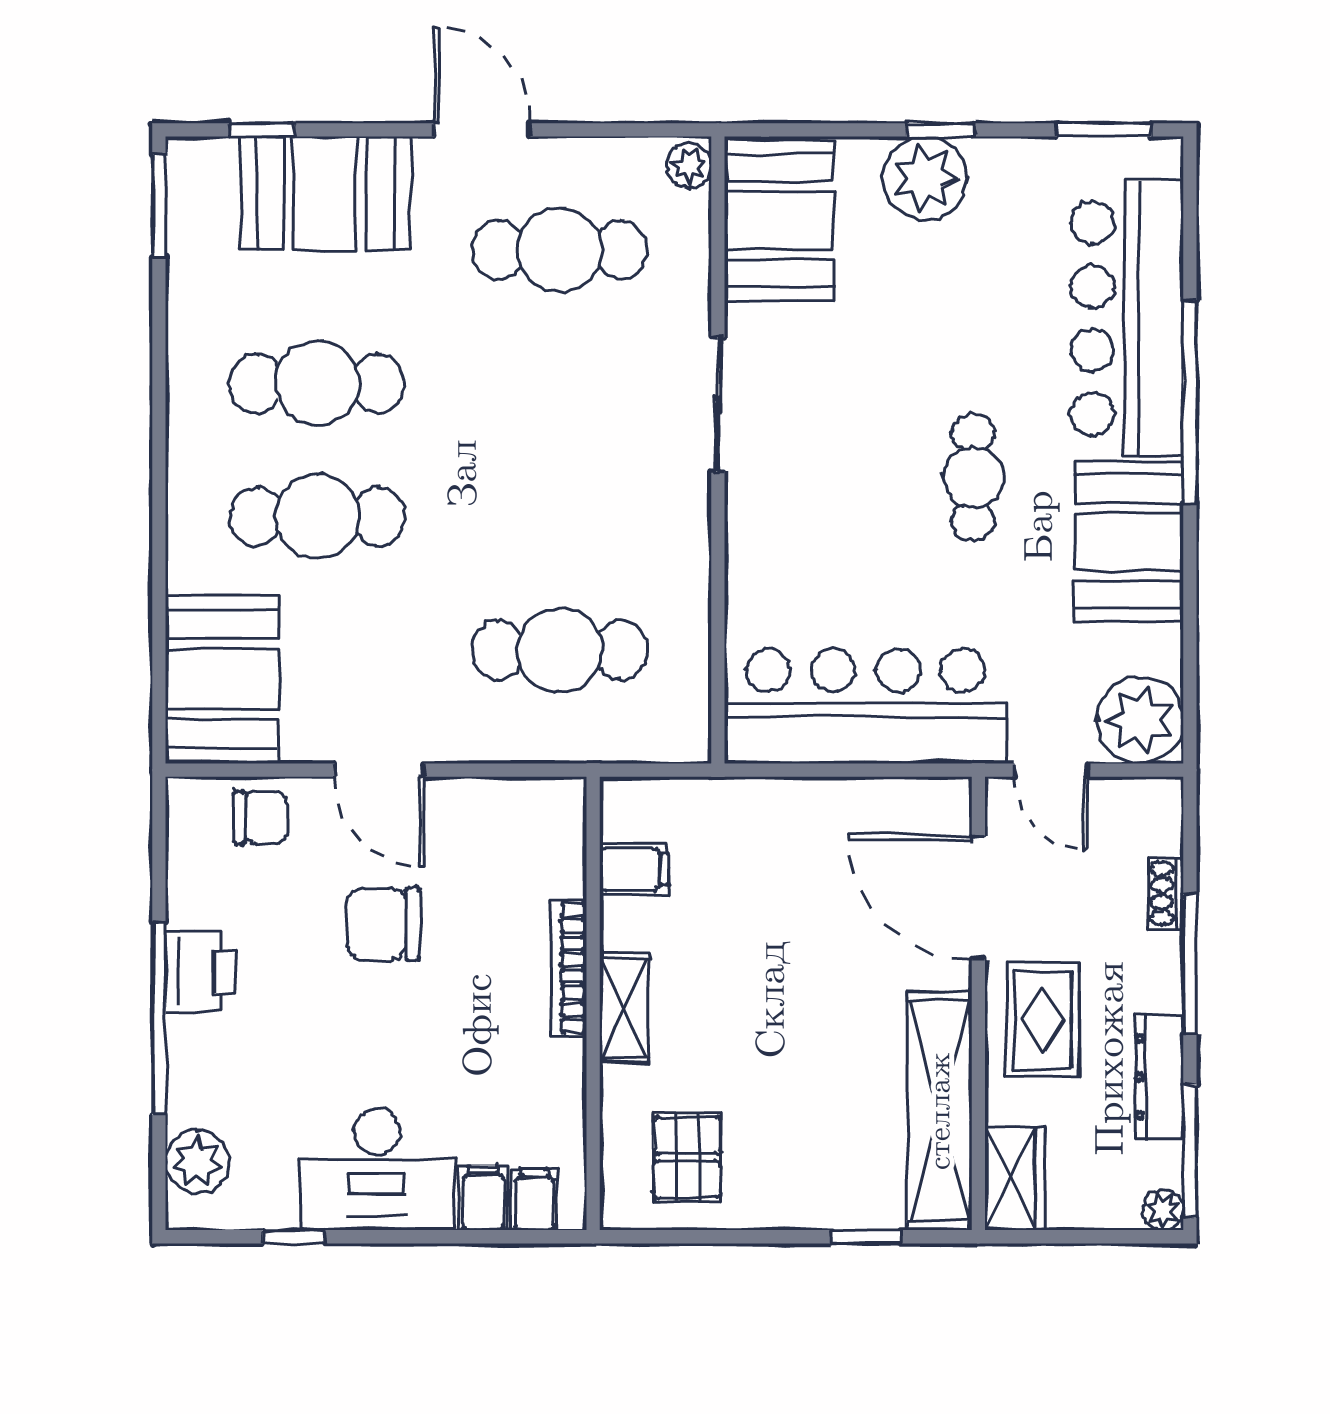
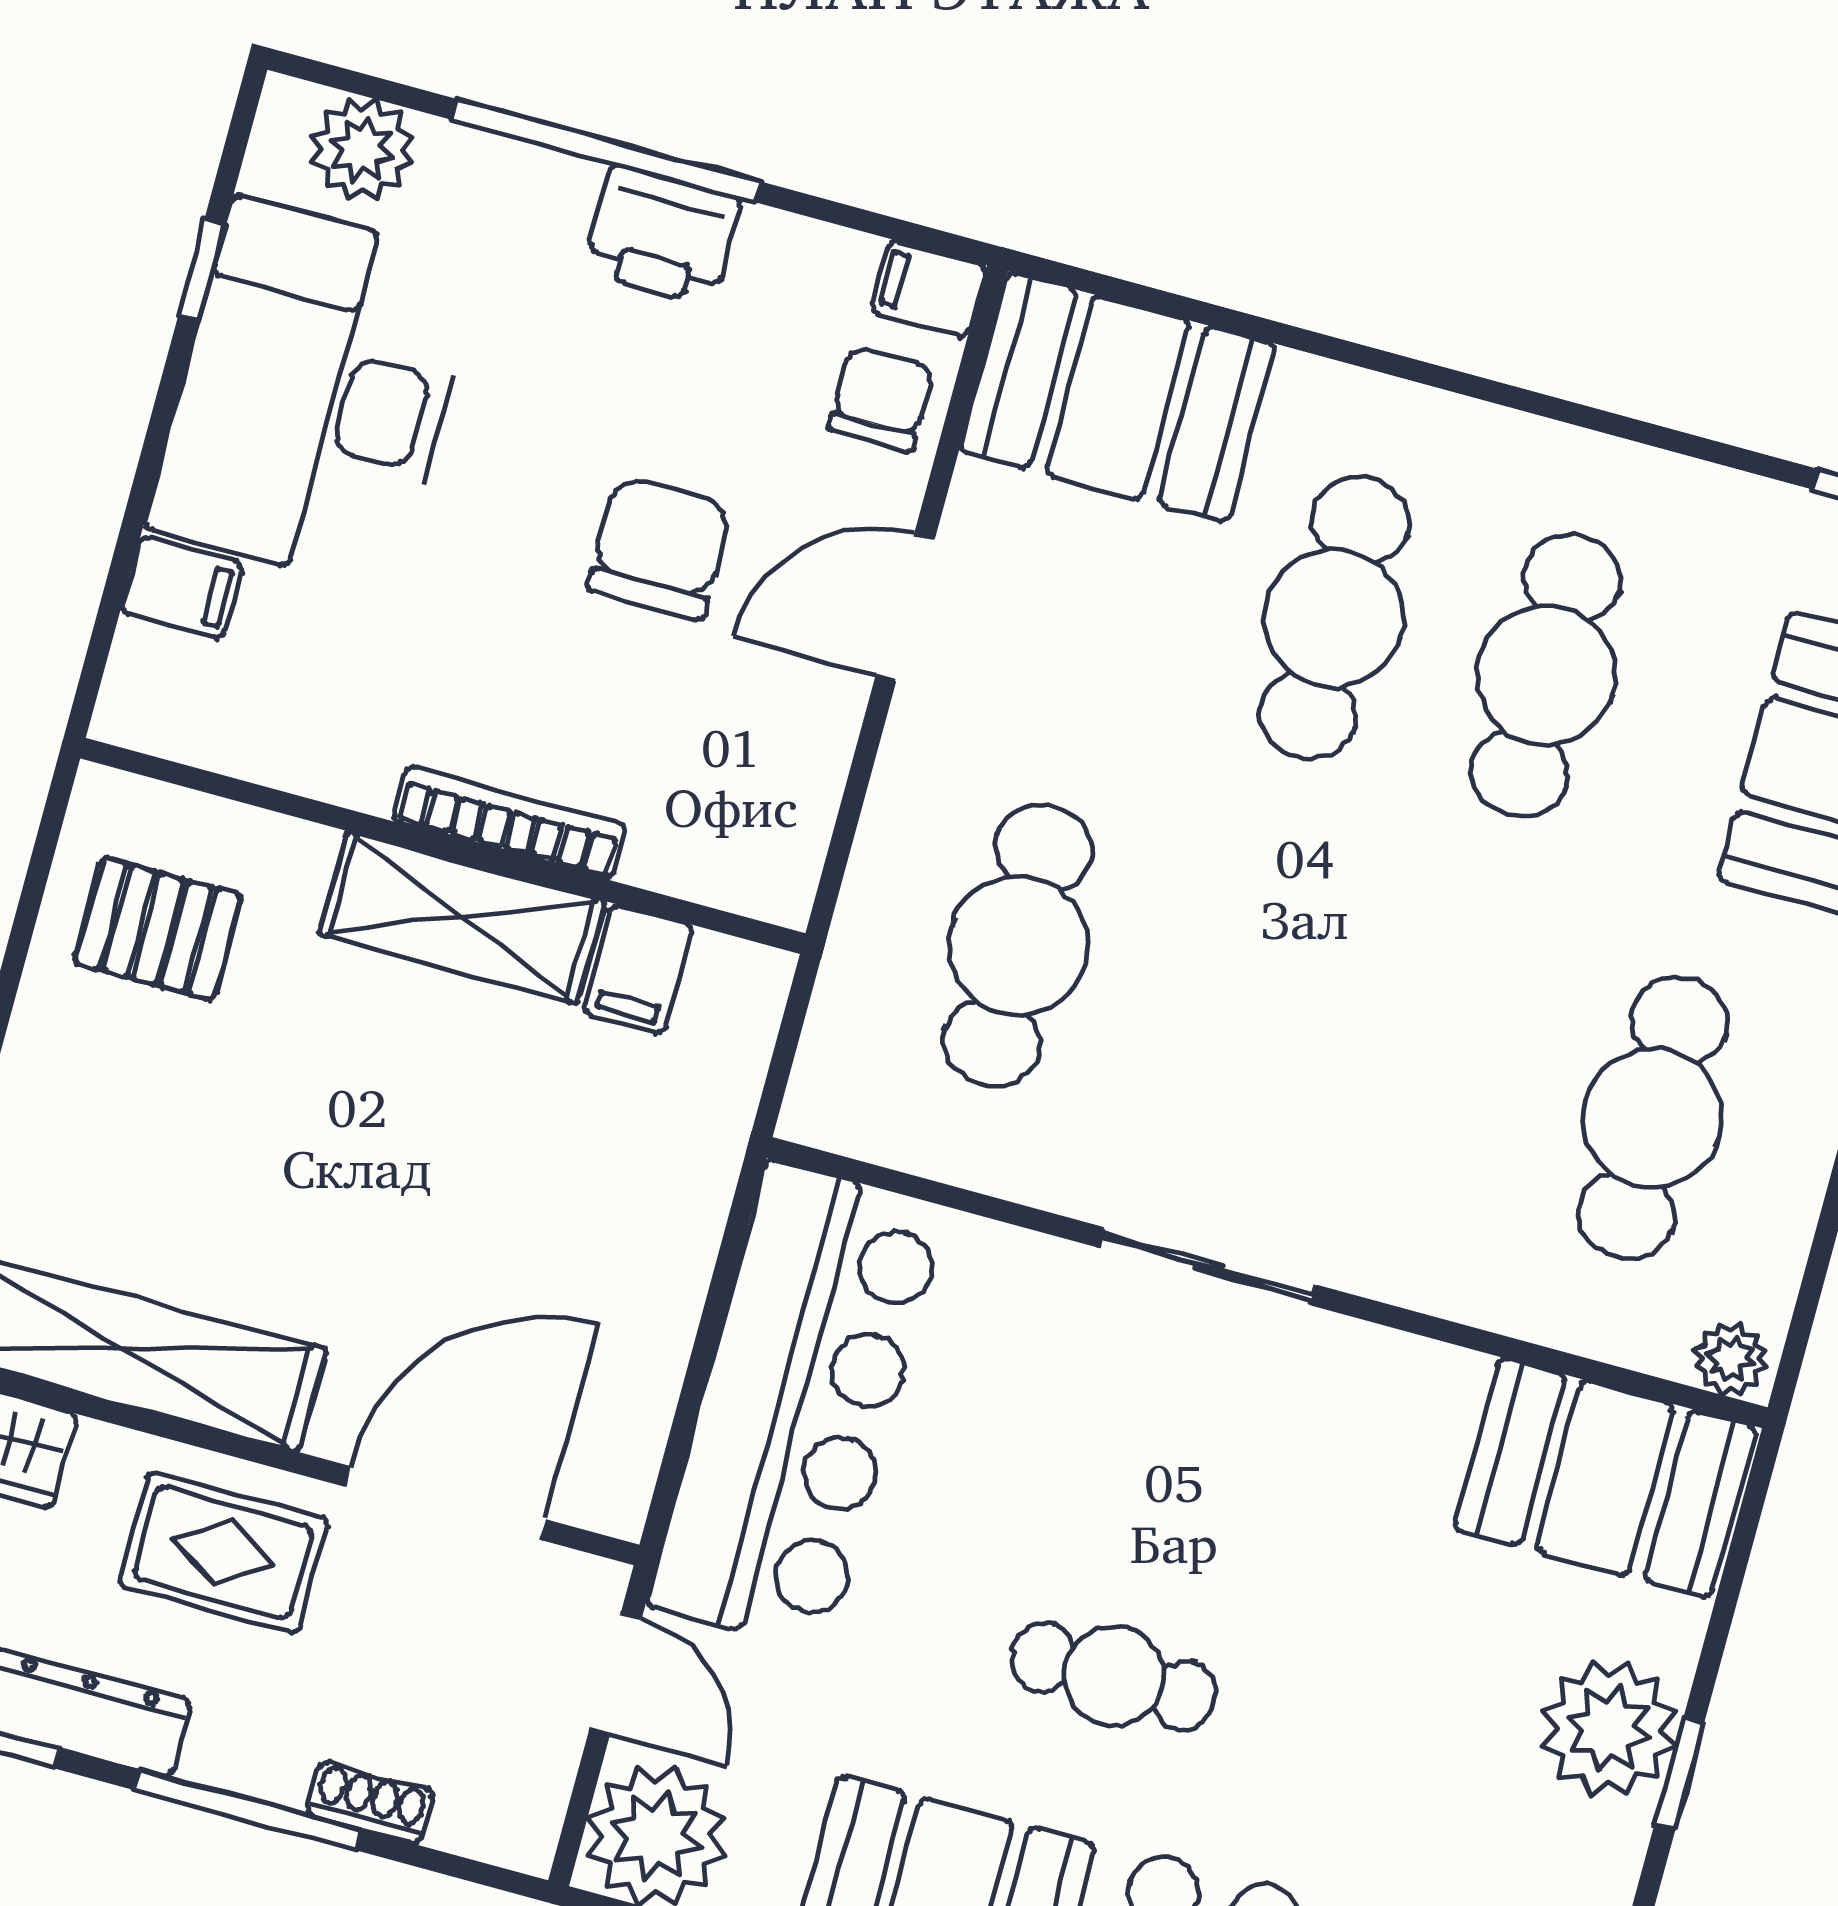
sliding door: (718, 404) -> (1208, 1266), moved
door: (1051, 770) -> (615, 1674), swing flipped
chair: (260, 818) -> (881, 398), turned 180
shelving: (624, 1008) -> (462, 918), width x1.50, depth x1.33
desk: (377, 1169) -> (314, 395), width x1.36, depth x1.30
filing cabinet: (535, 1200) -> (929, 288), moved, turned 180

